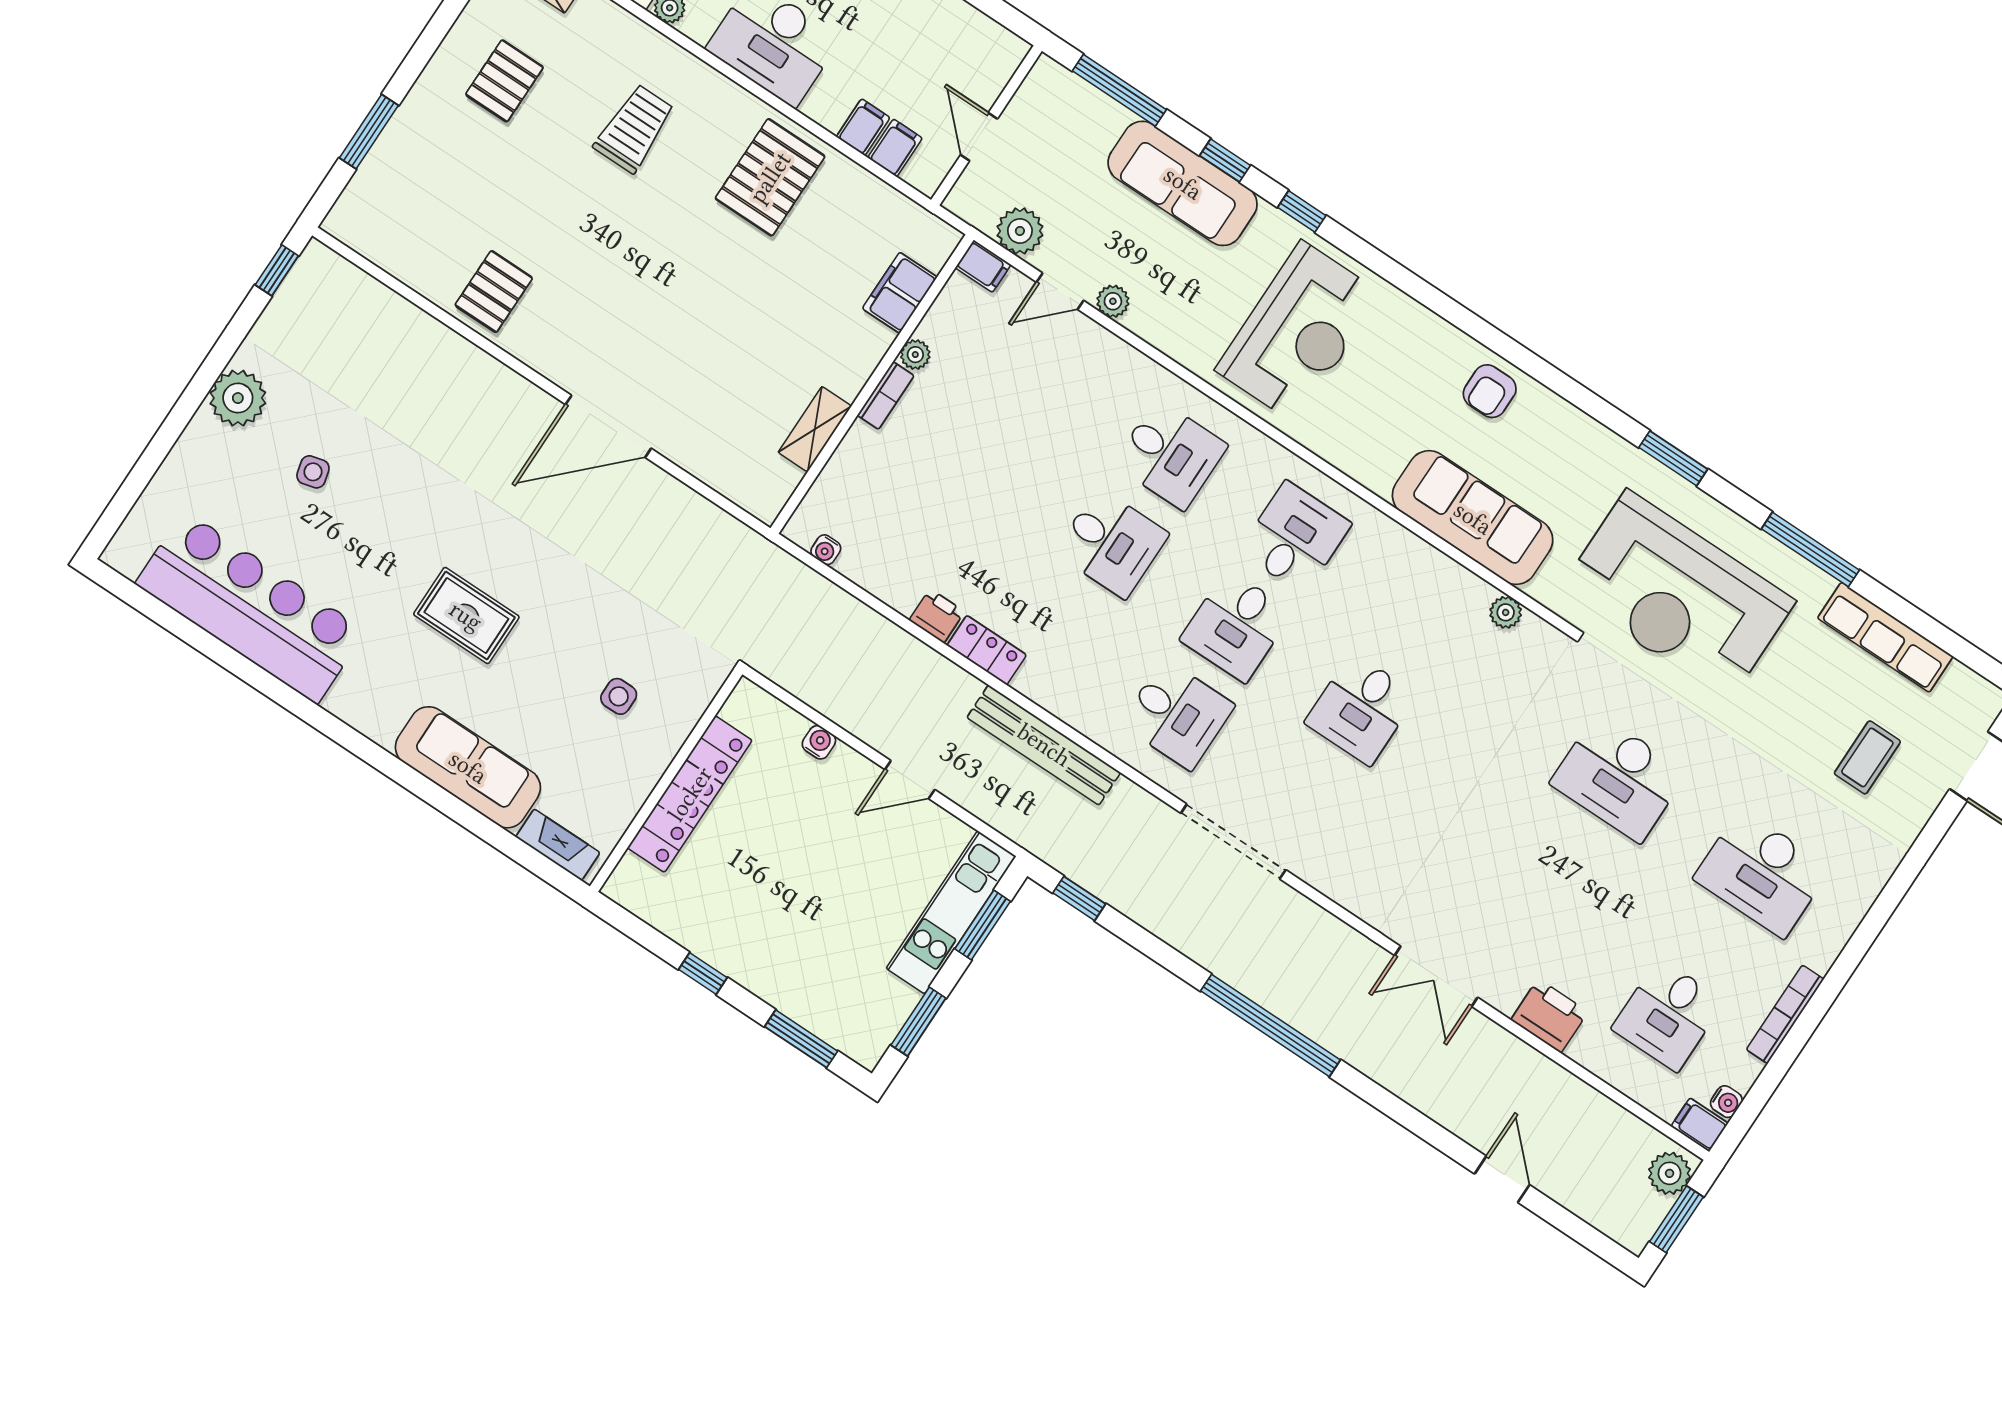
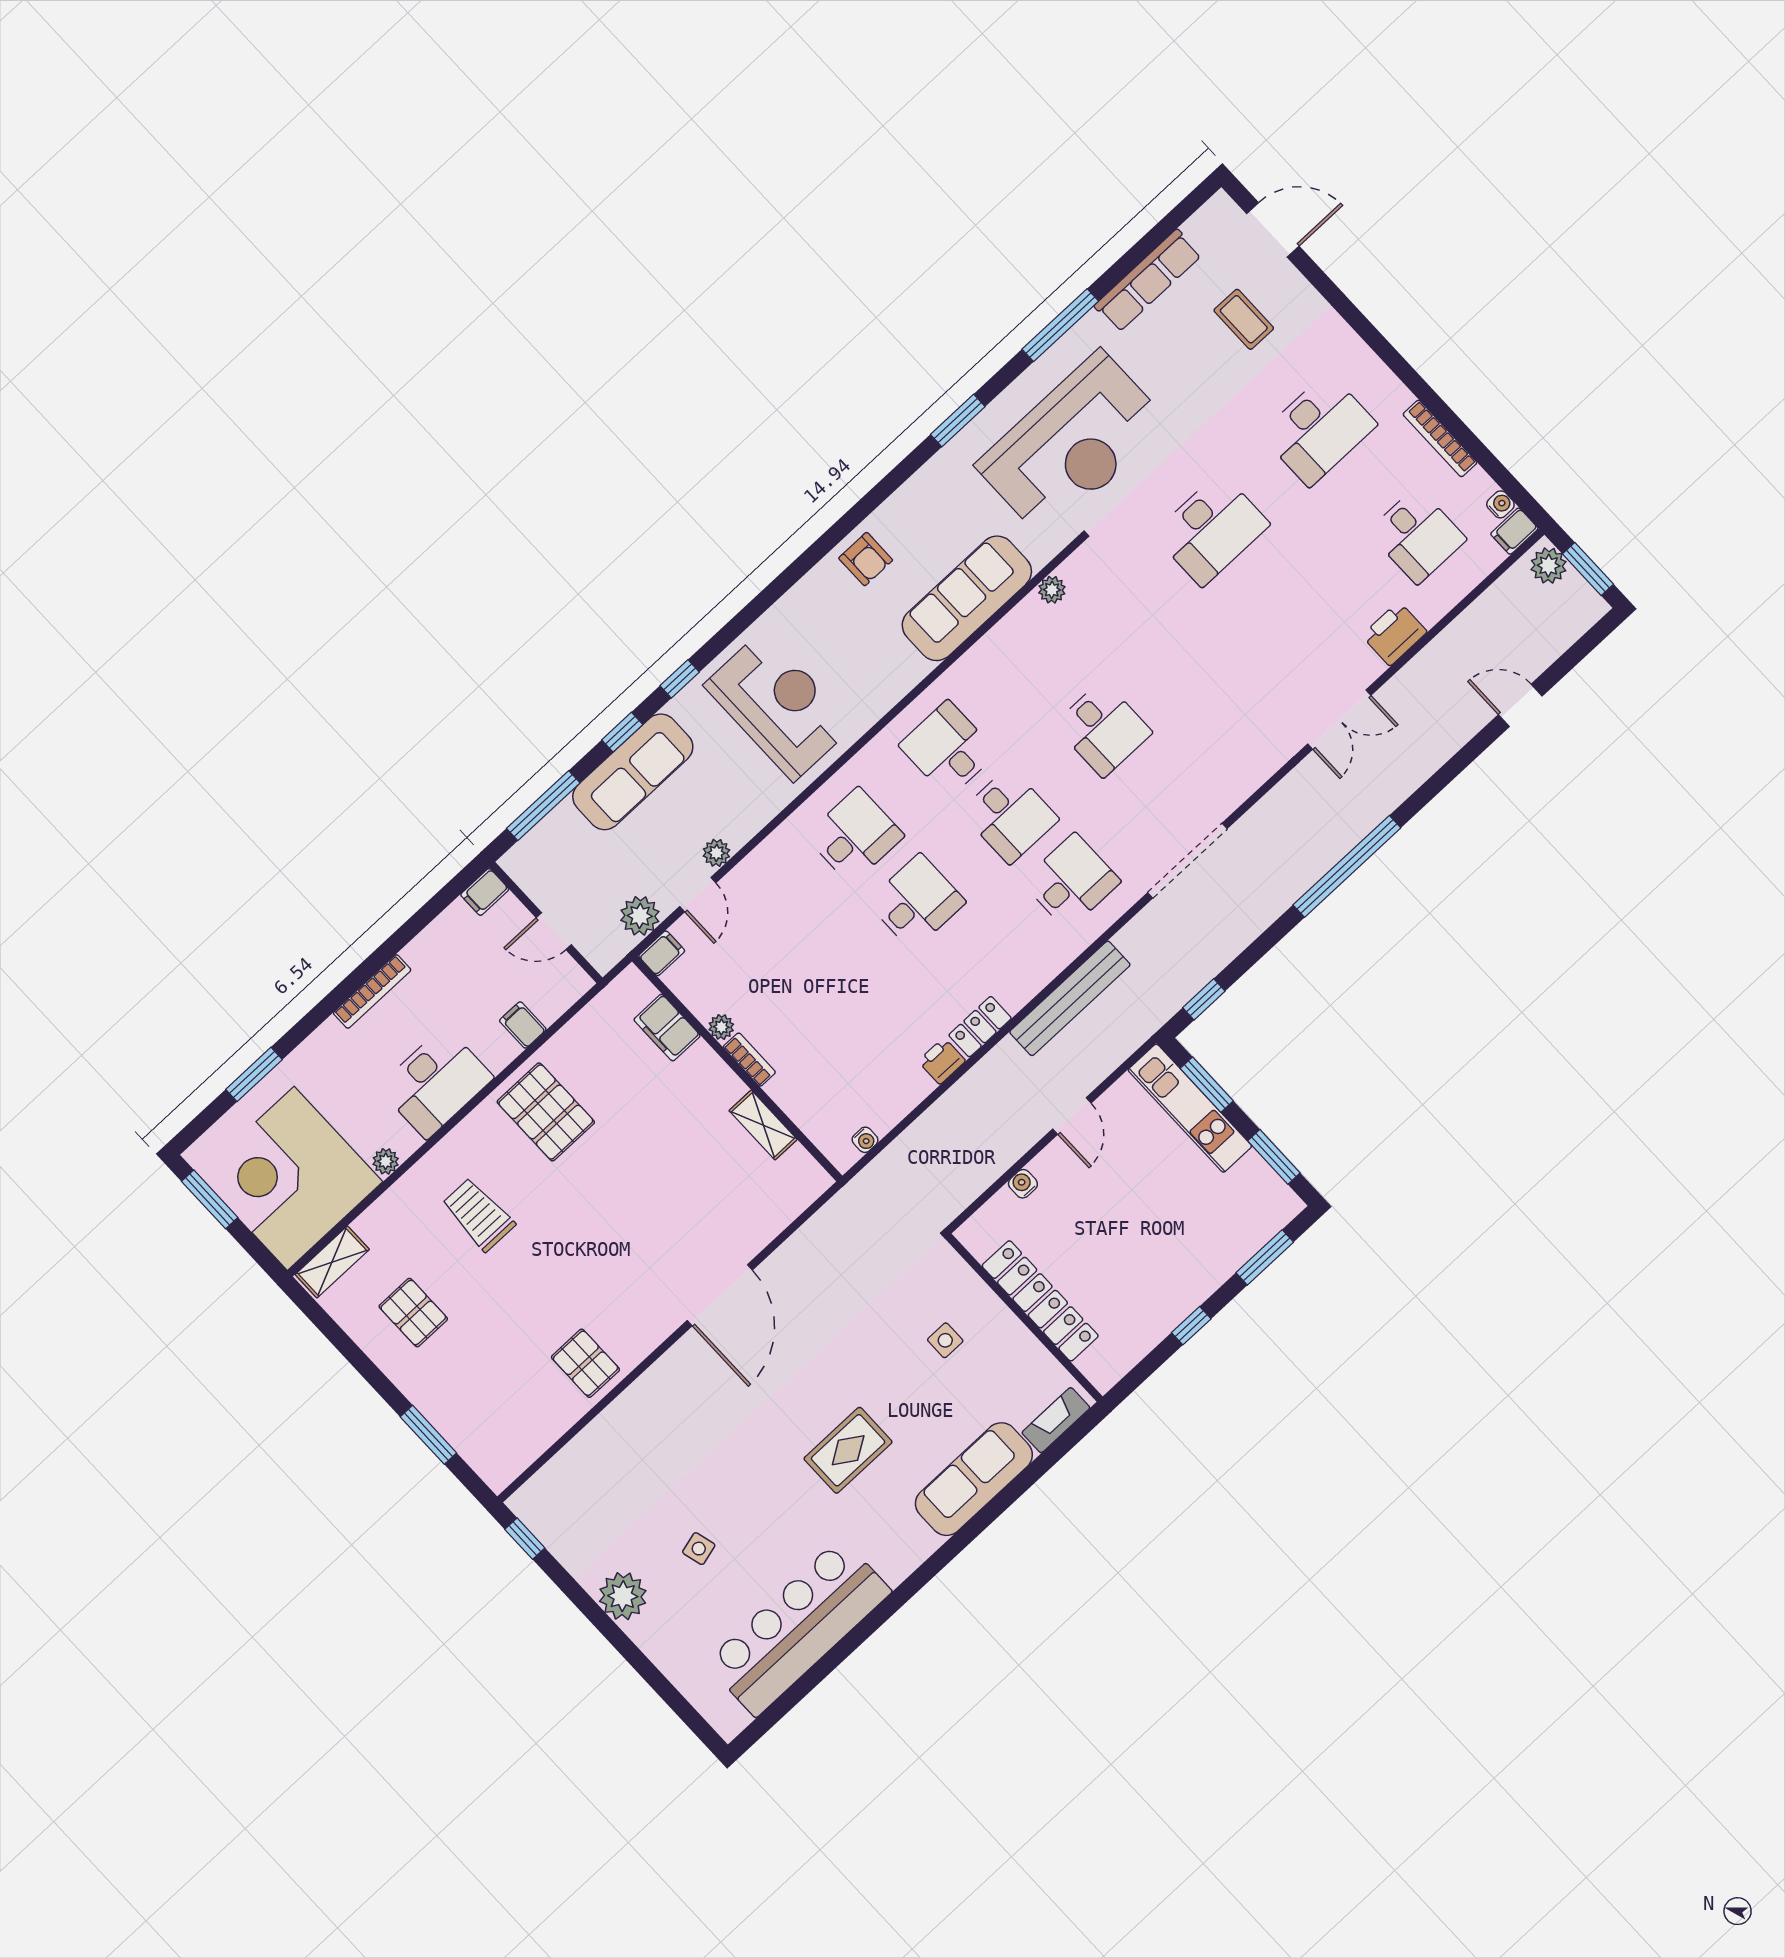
filing cabinet: (895, 148) -> (485, 892), moved, turned -90

